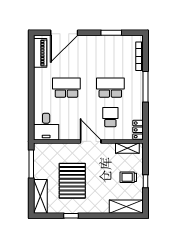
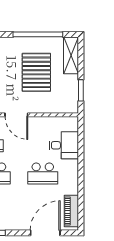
desk: (46, 127) -> (64, 145), moved, turned 90
window: (31, 164) -> (81, 90), width x0.69
window: (71, 216) -> (38, 34), width x3.17

